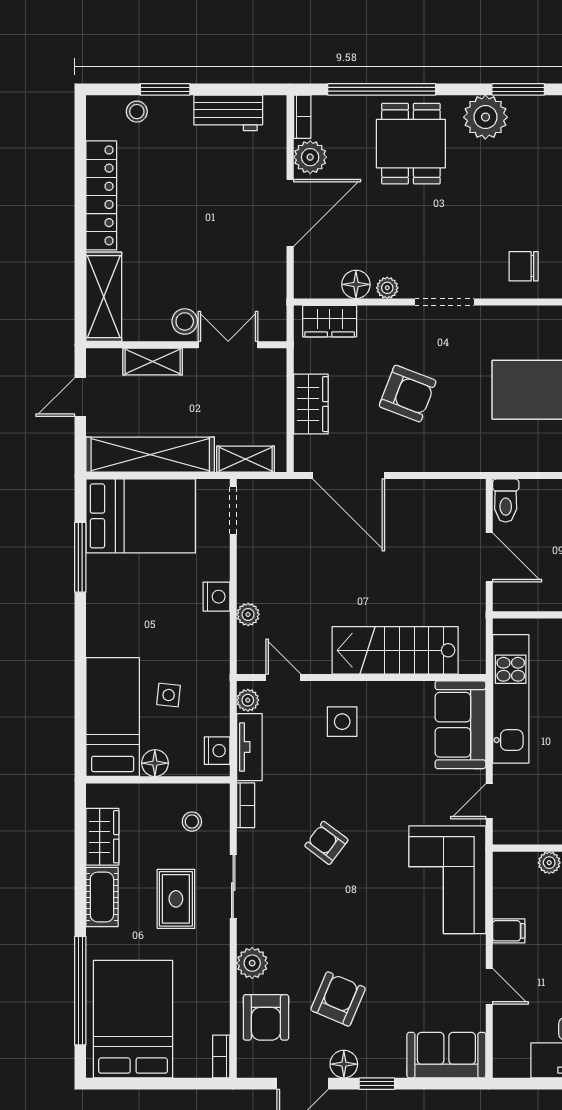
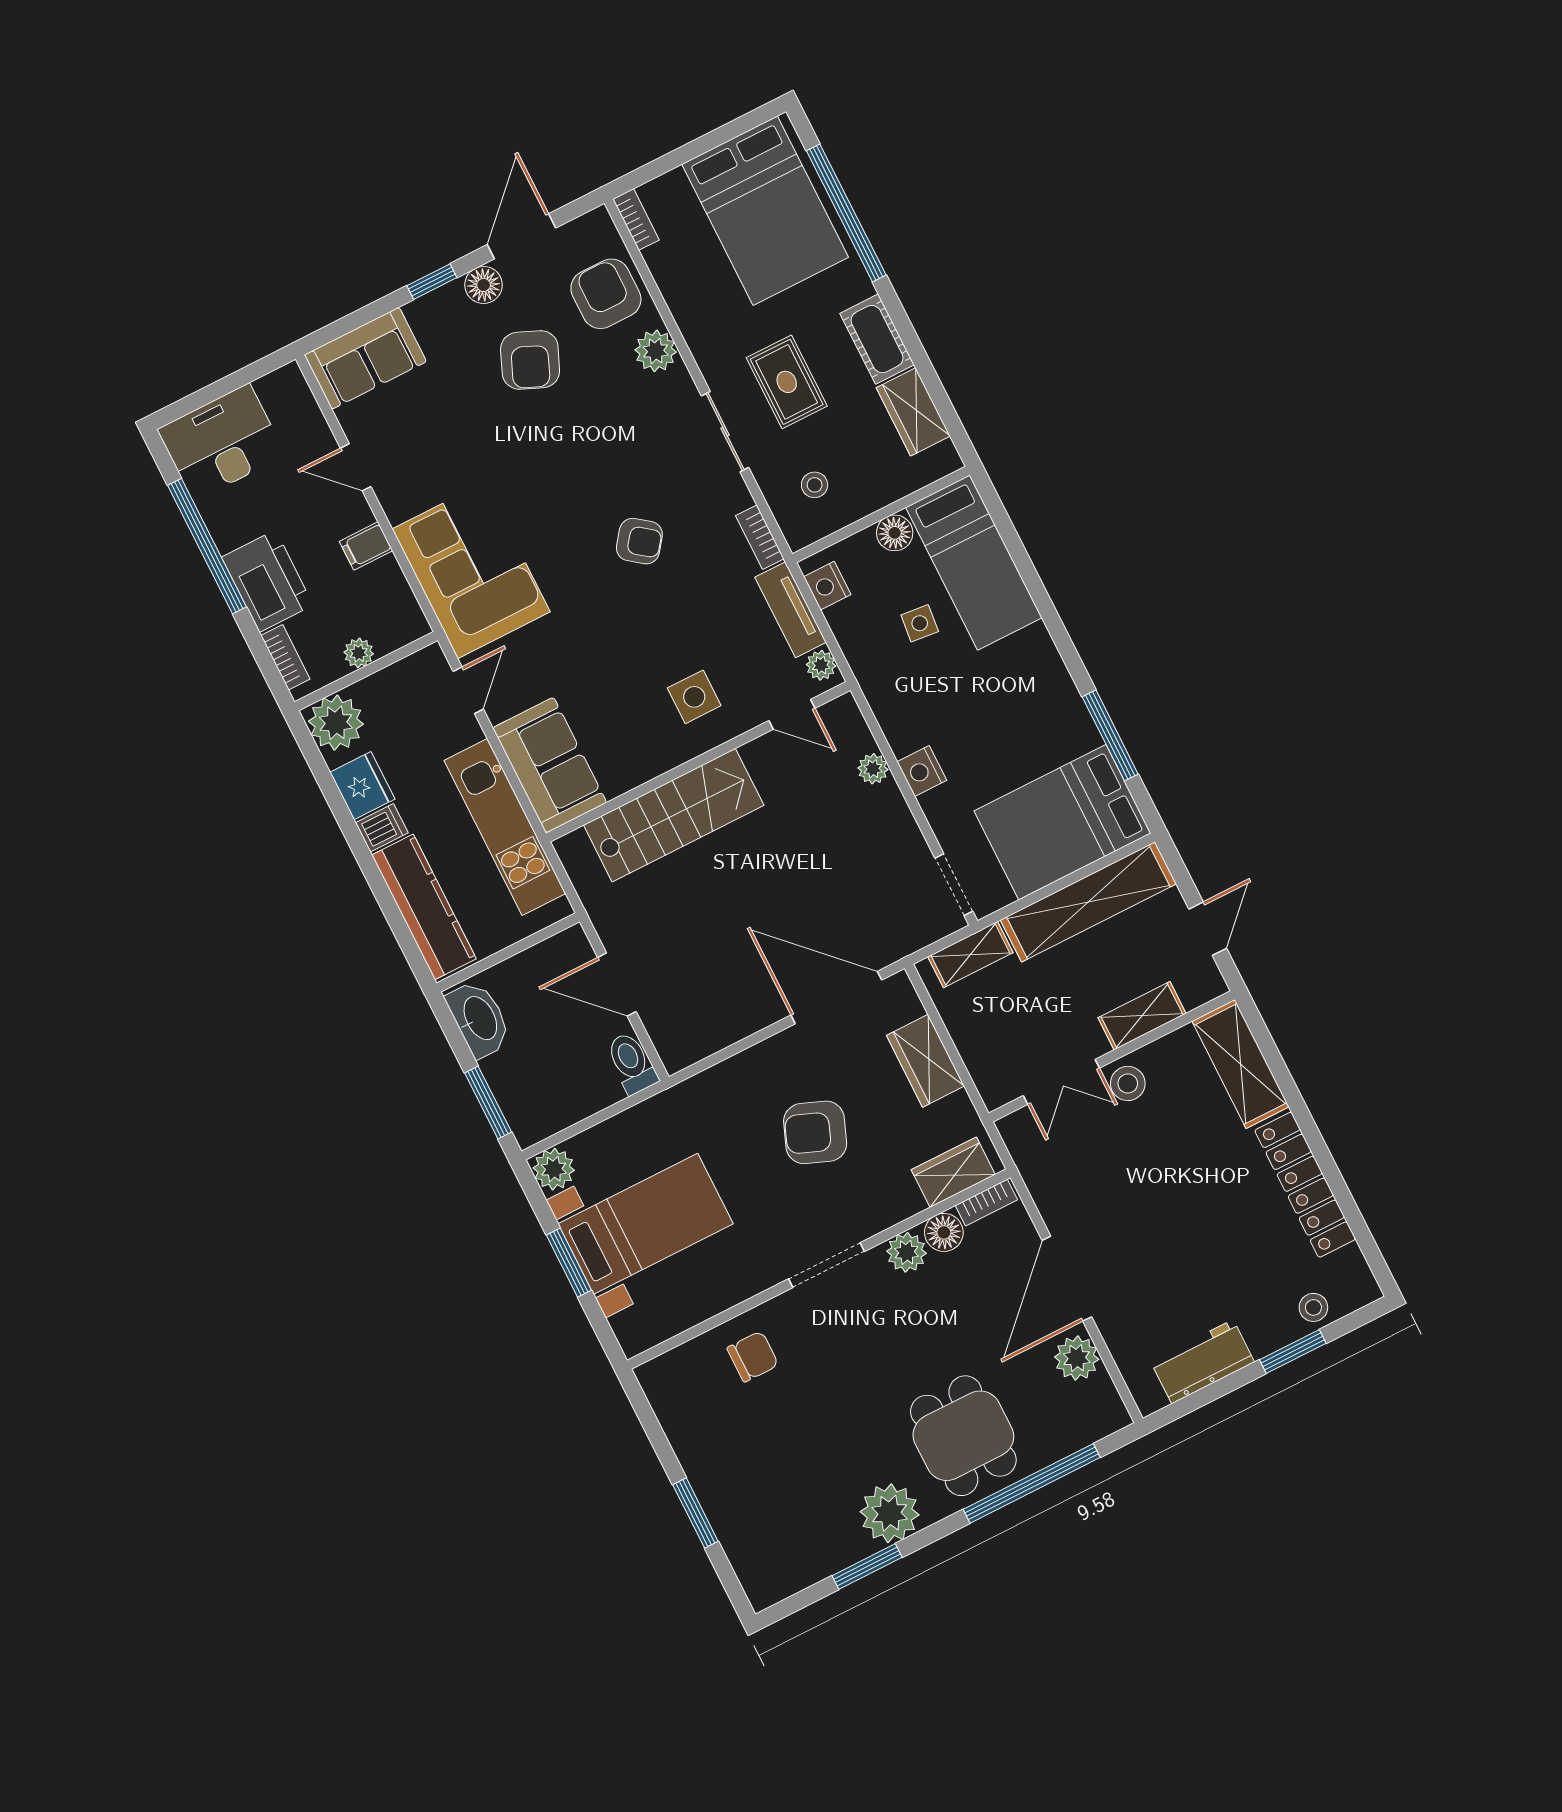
bookcase: (302, 117) -> (986, 1203), moved, turned -90
plant: (387, 288) -> (906, 1252), width x1.38, depth x1.38

